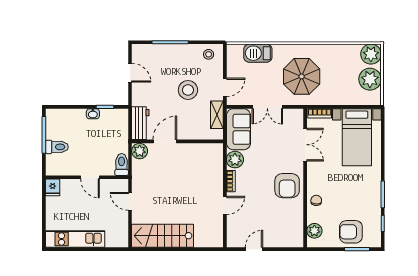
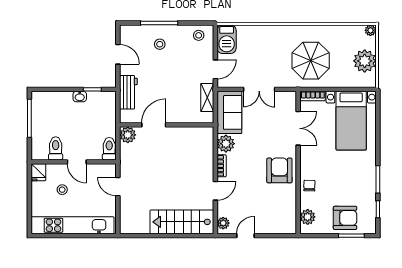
barbecue: (258, 53) -> (227, 39), moved, turned -90
plant: (371, 54) -> (370, 30), width x0.53, depth x0.53
parasol: (302, 76) -> (311, 61), moved
stool: (188, 90) -> (160, 44), moved, width x0.53, depth x0.53
workbench: (140, 123) -> (128, 92), moved
toilet: (57, 147) -> (56, 148), moved, turned -90
armchair: (287, 186) -> (279, 170), turned 180
stool: (76, 204) -> (62, 190), added
armchair: (351, 232) -> (345, 218), turned 180
stairs: (163, 236) -> (182, 222), moved
plant: (232, 237) -> (223, 223), added
kitchen unit: (75, 239) -> (73, 225), width x1.36

